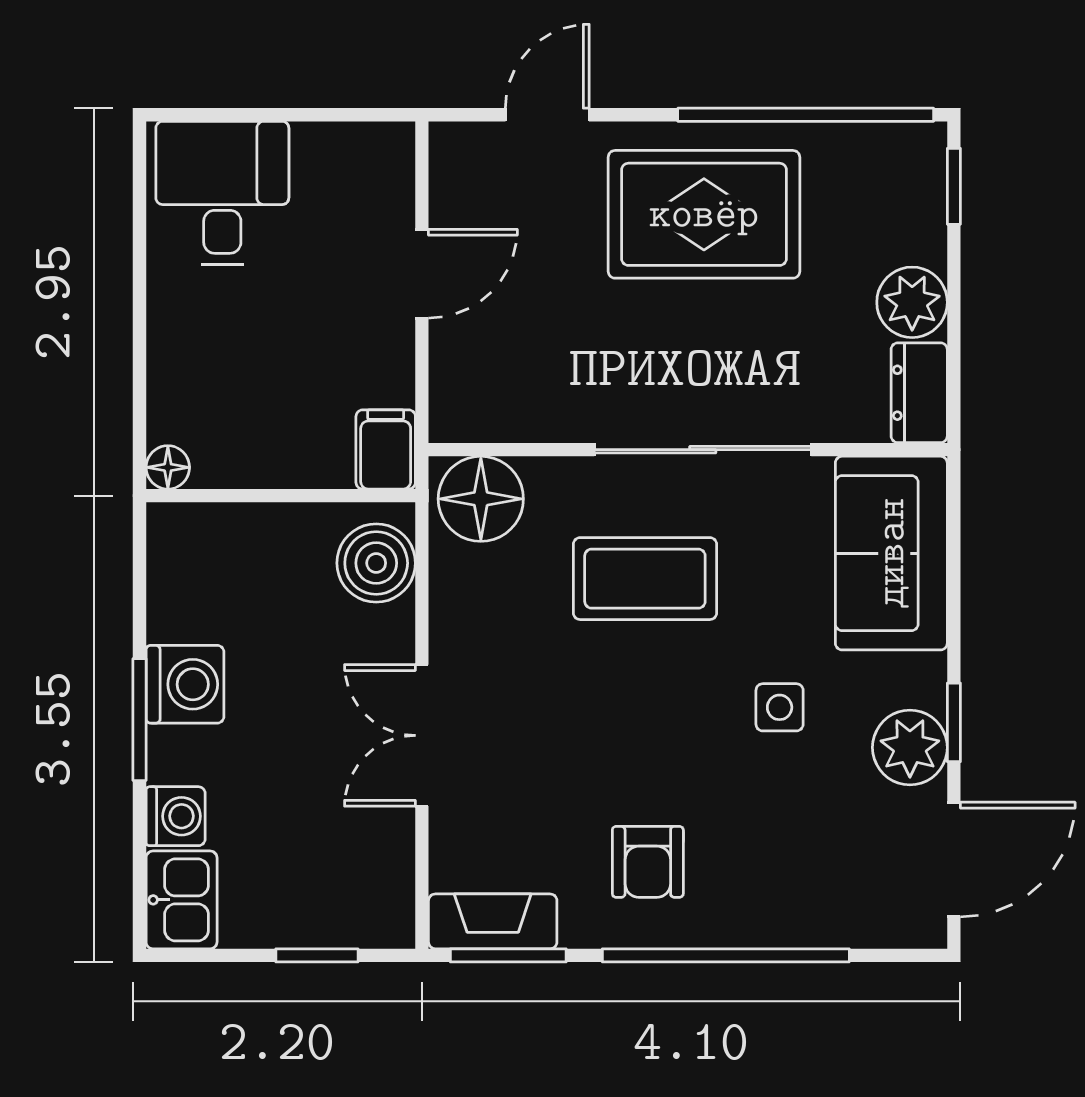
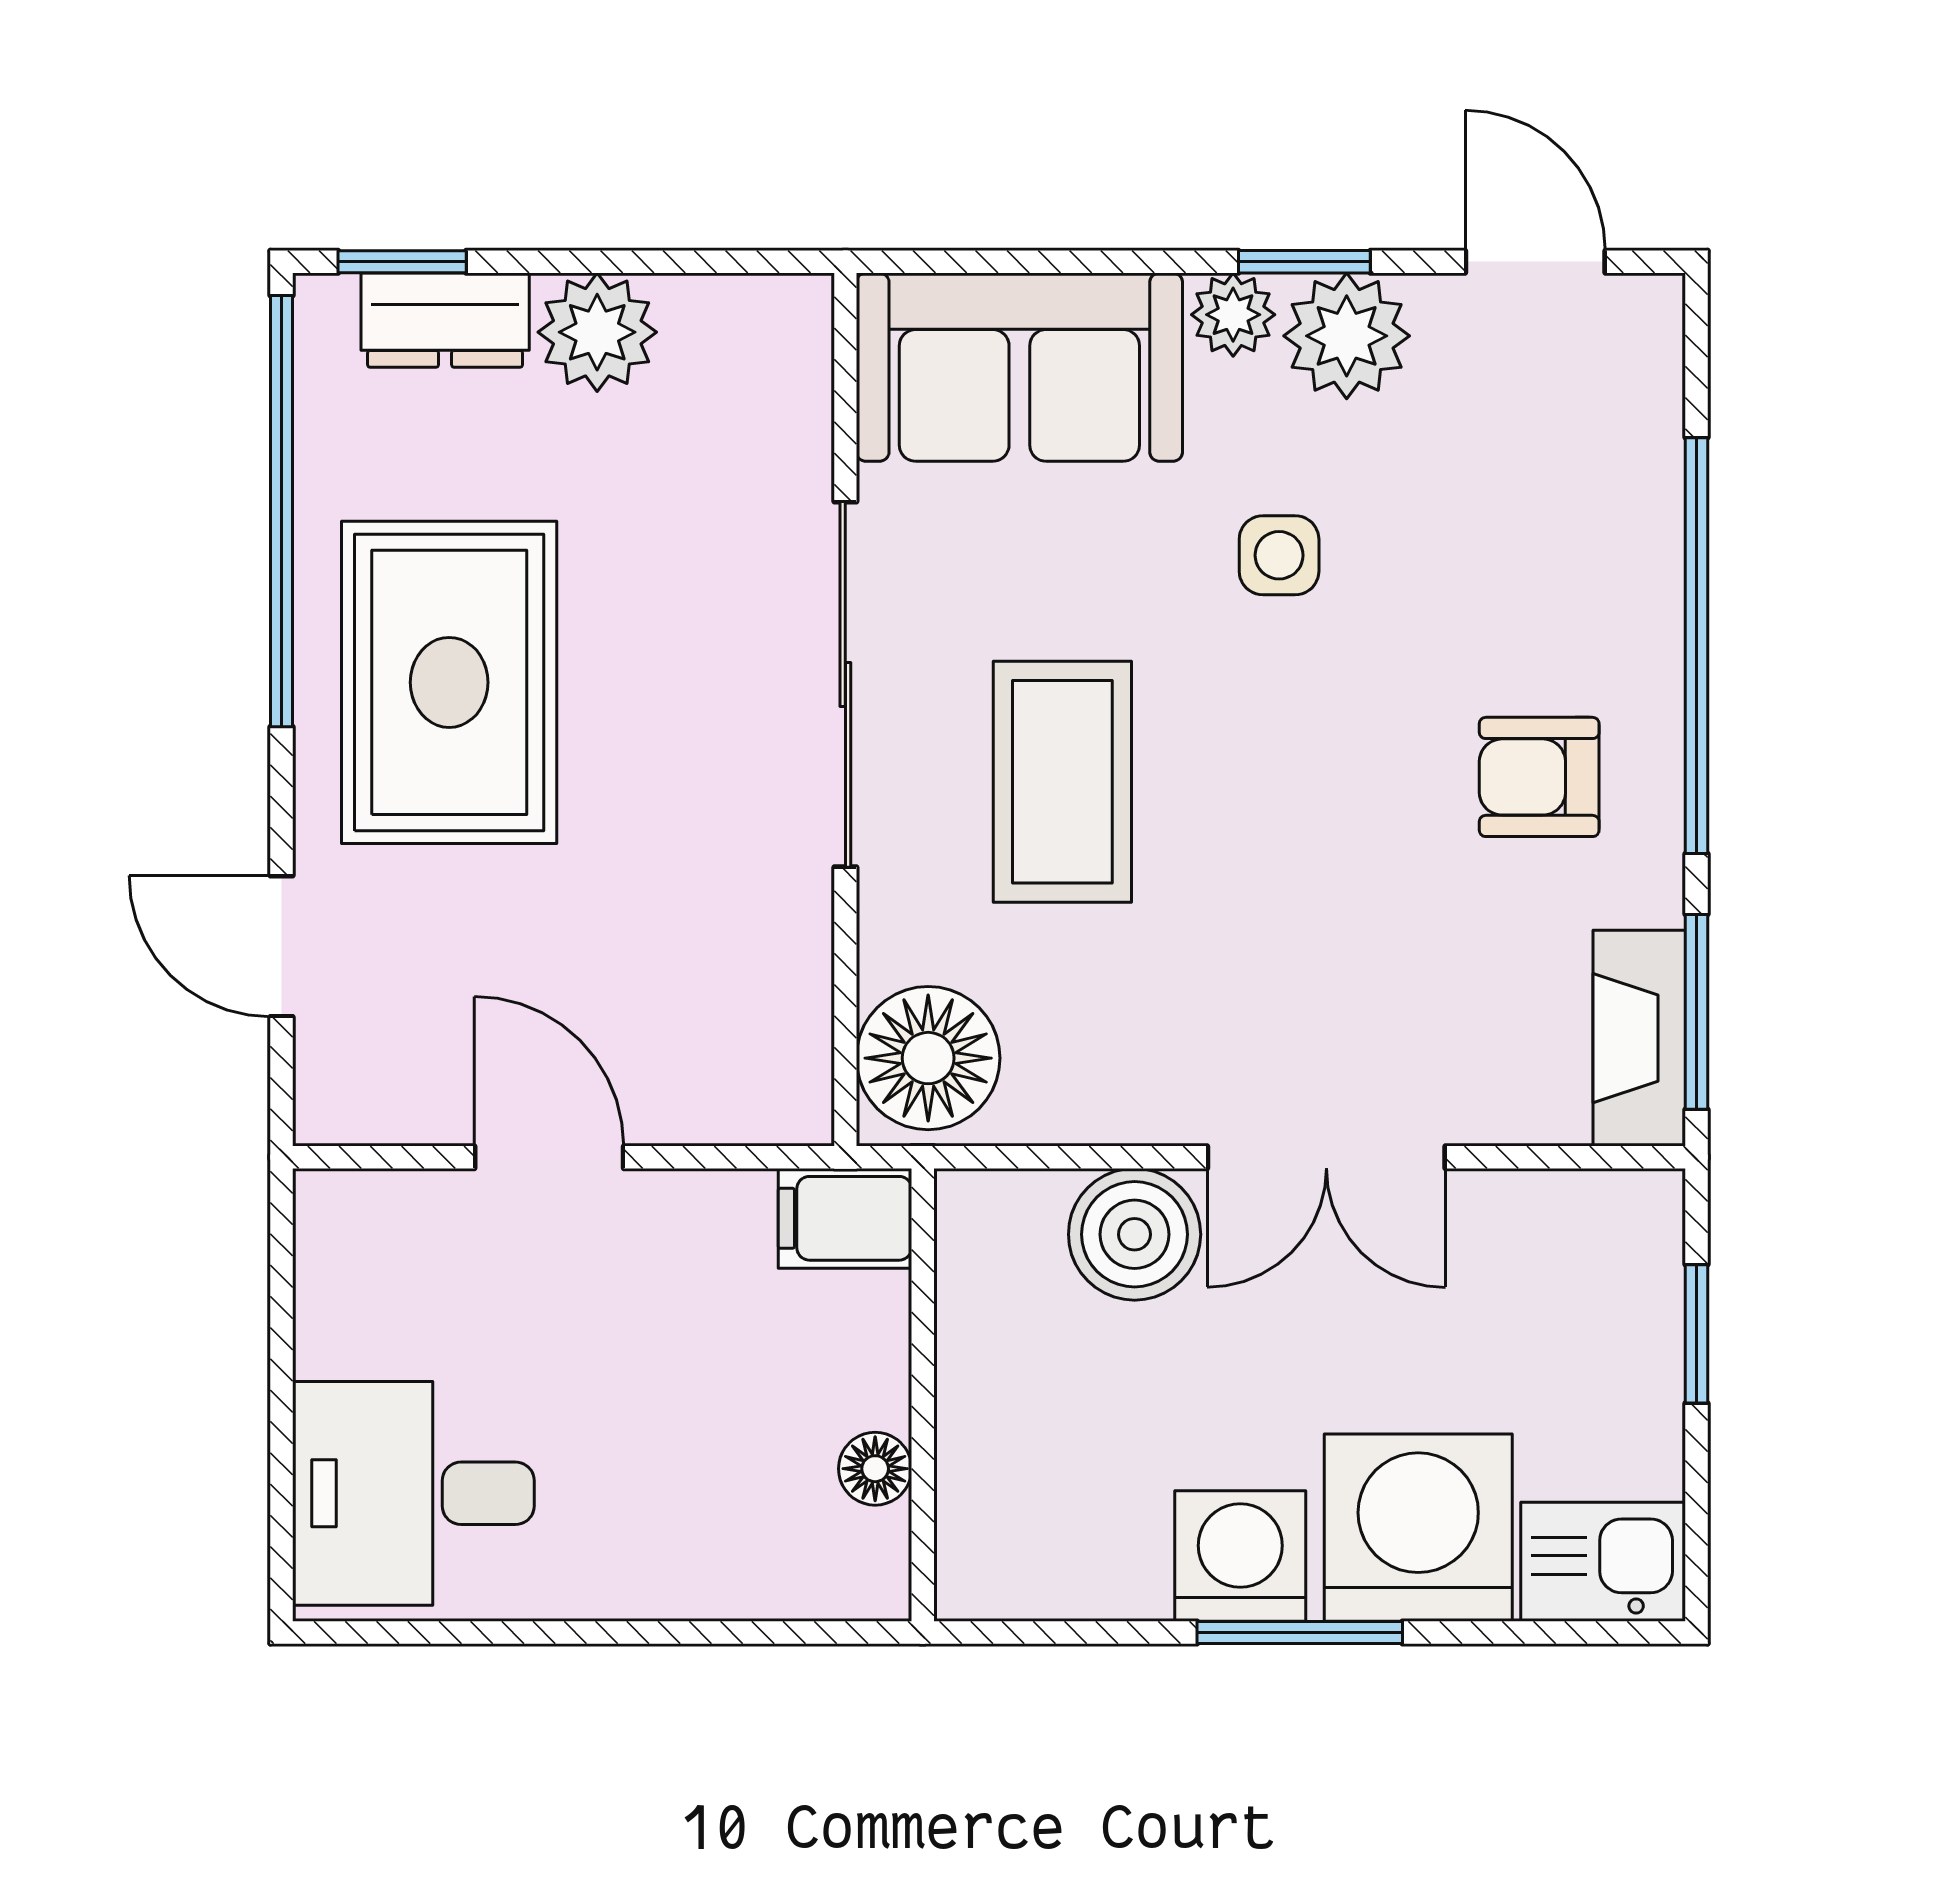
dresser: (919, 393) -> (445, 320), moved
floor lamp: (168, 467) -> (875, 1469), moved
boiler: (376, 563) -> (1135, 1234), moved
plant: (922, 680) -> (1233, 315), added
washing machine: (176, 816) -> (1418, 1528), width x1.89, depth x1.89
door: (954, 860) -> (1535, 262), width x0.73
armchair: (648, 862) -> (1539, 777), turned 180

